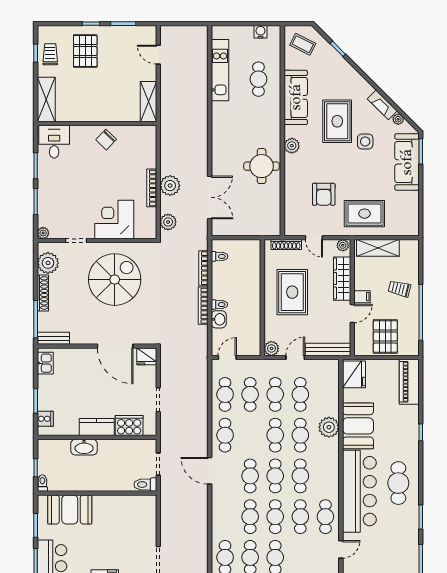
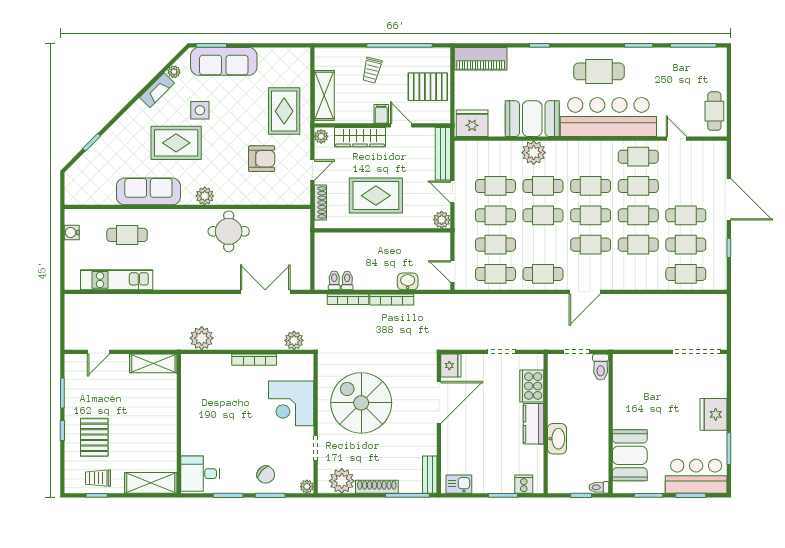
coffee table: (303, 44) -> (86, 183), removed
pallet: (85, 51) -> (94, 437), turned 90
chair: (106, 140) -> (266, 475), moved
plant: (170, 186) -> (202, 338), moved
toilet: (219, 305) -> (347, 281), moved

